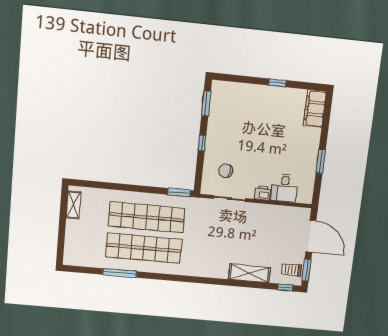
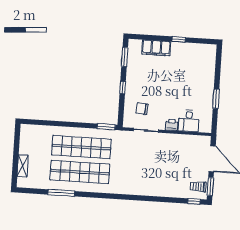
filing cabinet: (315, 109) -> (156, 48), moved, turned -90
shelving: (73, 205) -> (23, 166), moved
shelving: (249, 273) -> (164, 190), removed

